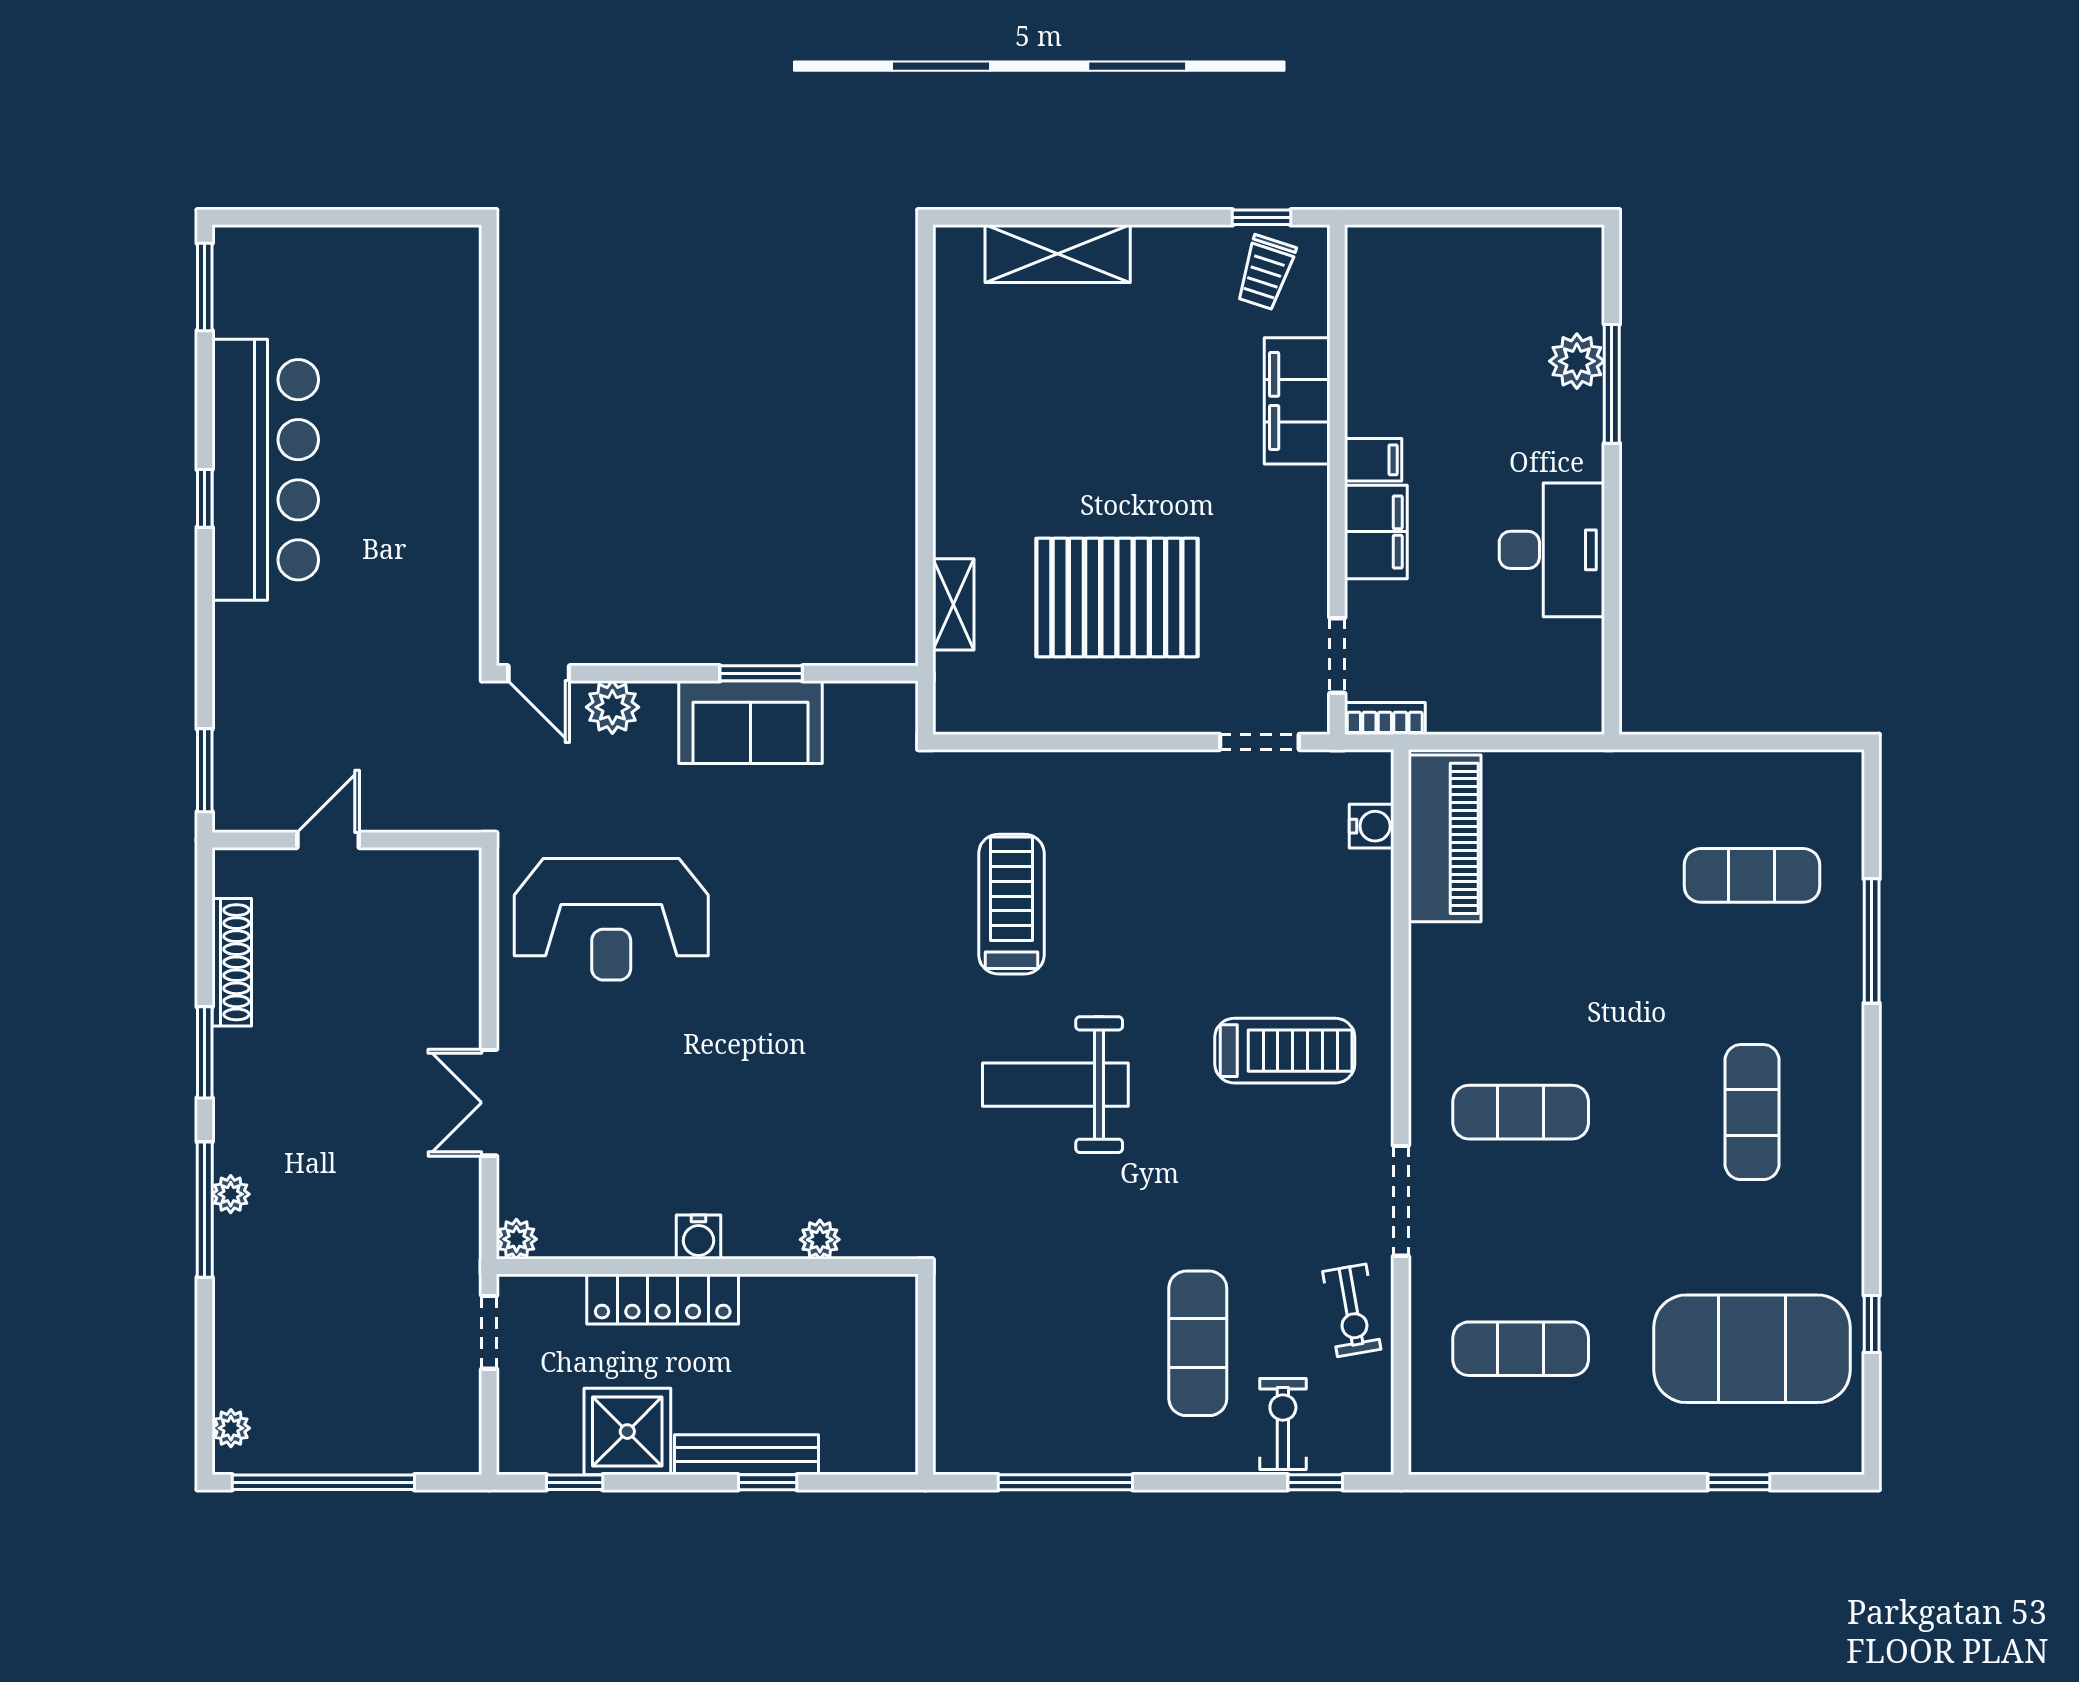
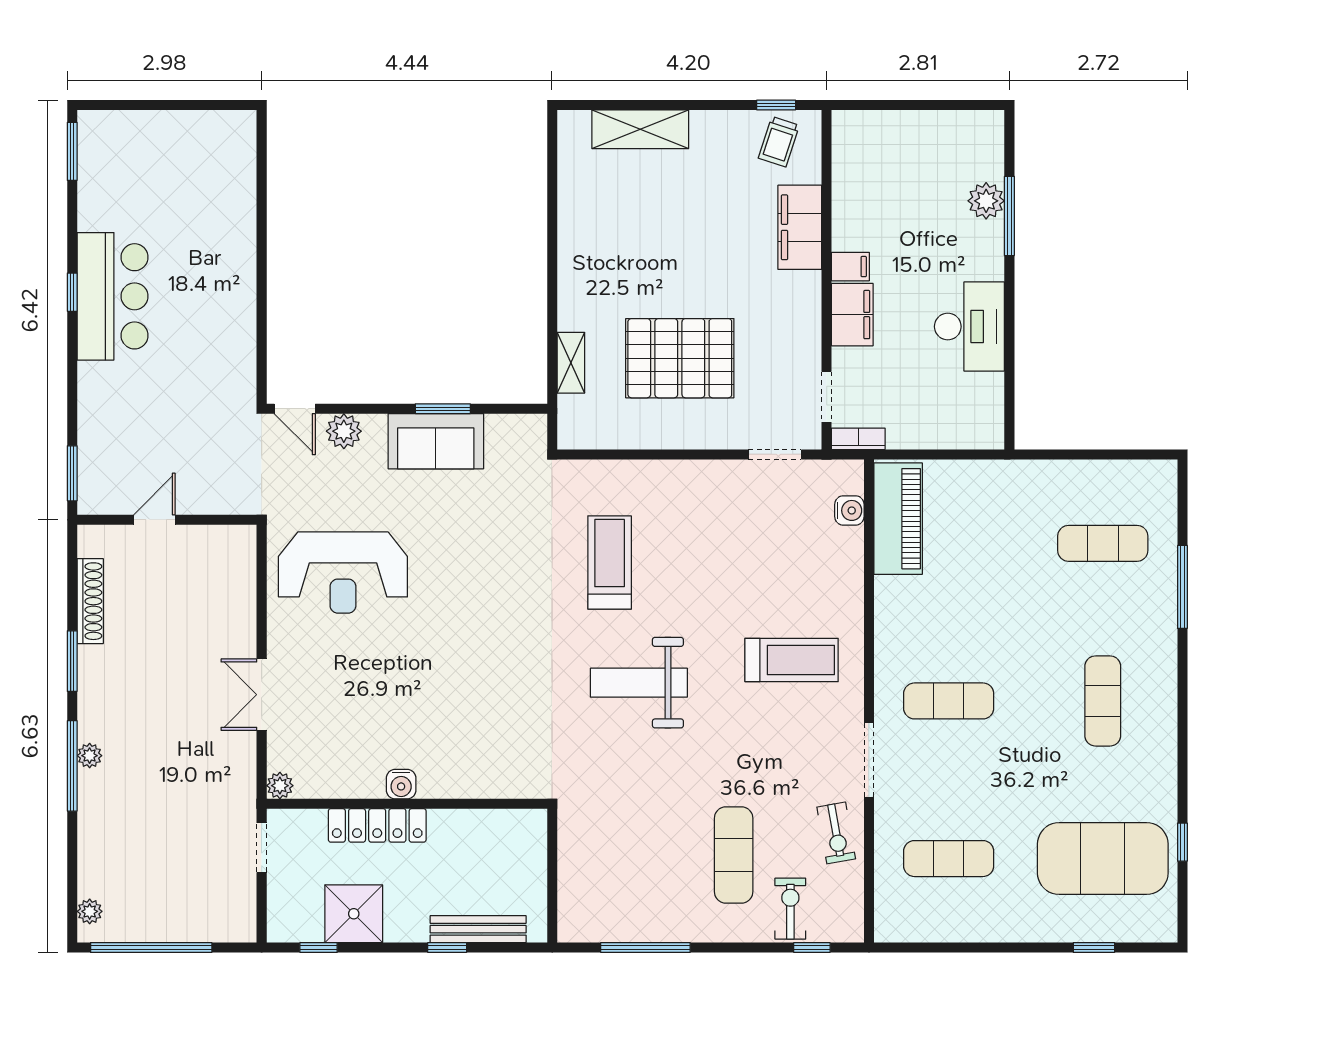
bar counter: (265, 470) -> (113, 296), width x0.73
plant: (820, 1240) -> (482, 786), removed
bench: (747, 1455) -> (478, 929), moved

